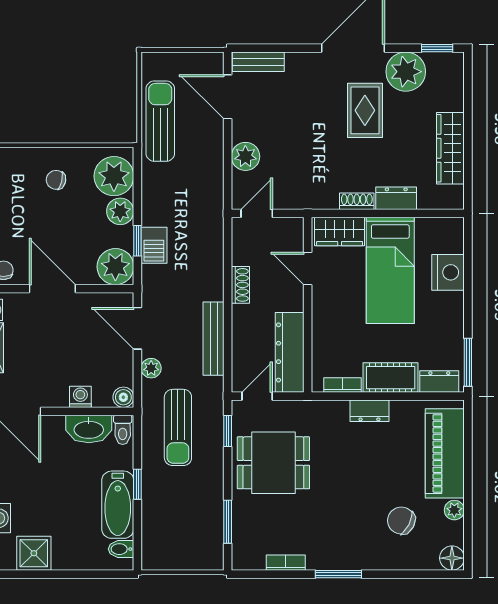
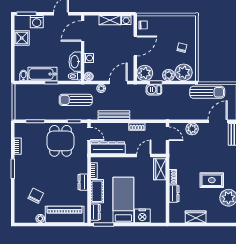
wardrobe: (450, 148) -> (196, 217), width x0.67
bed: (390, 270) -> (123, 200), moved, turned 90
floor lamp: (452, 558) -> (20, 218), removed

